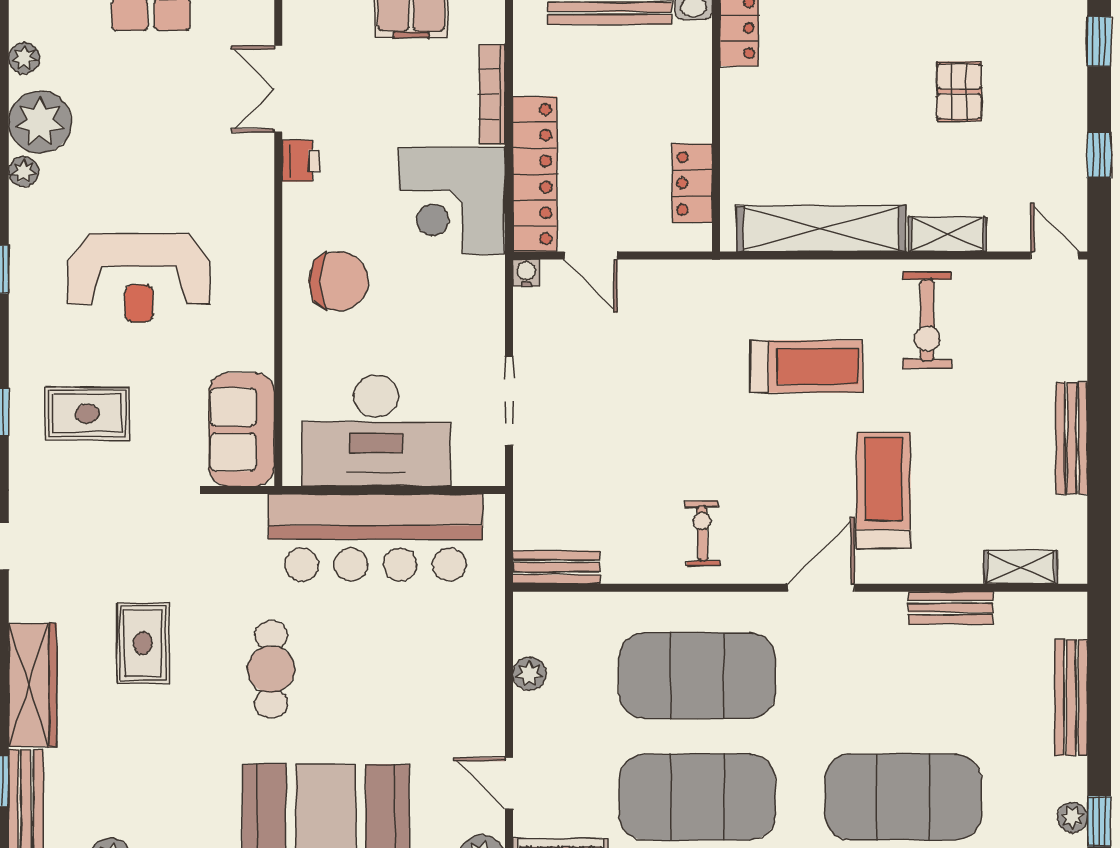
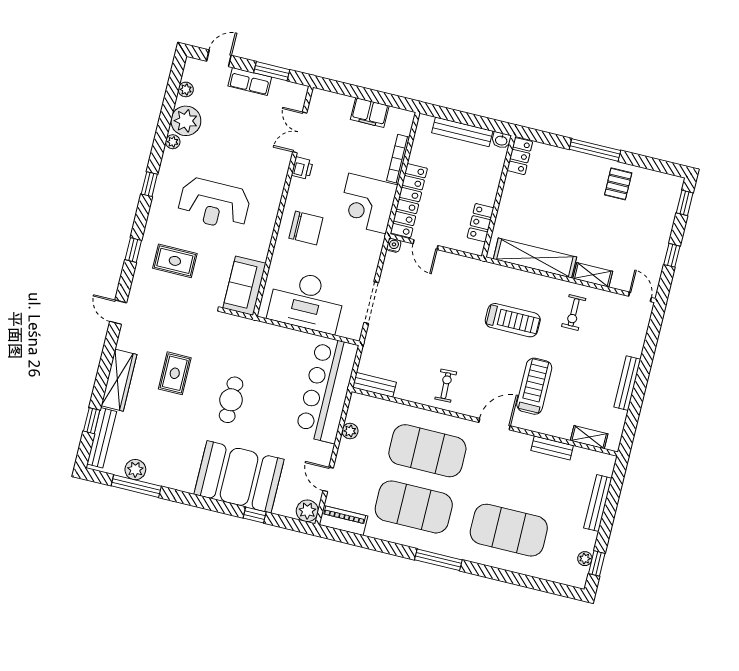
pallet: (959, 91) -> (618, 184), moved
exercise bike: (927, 320) -> (574, 312), width x0.73, depth x0.72
bar counter: (375, 538) -> (327, 390), moved, turned 90

